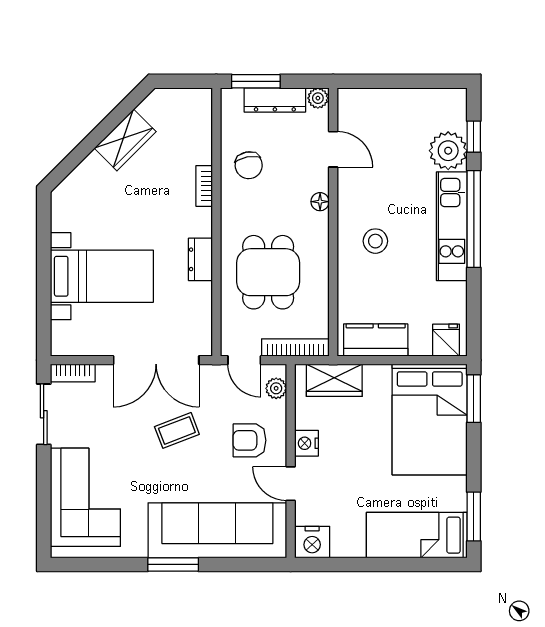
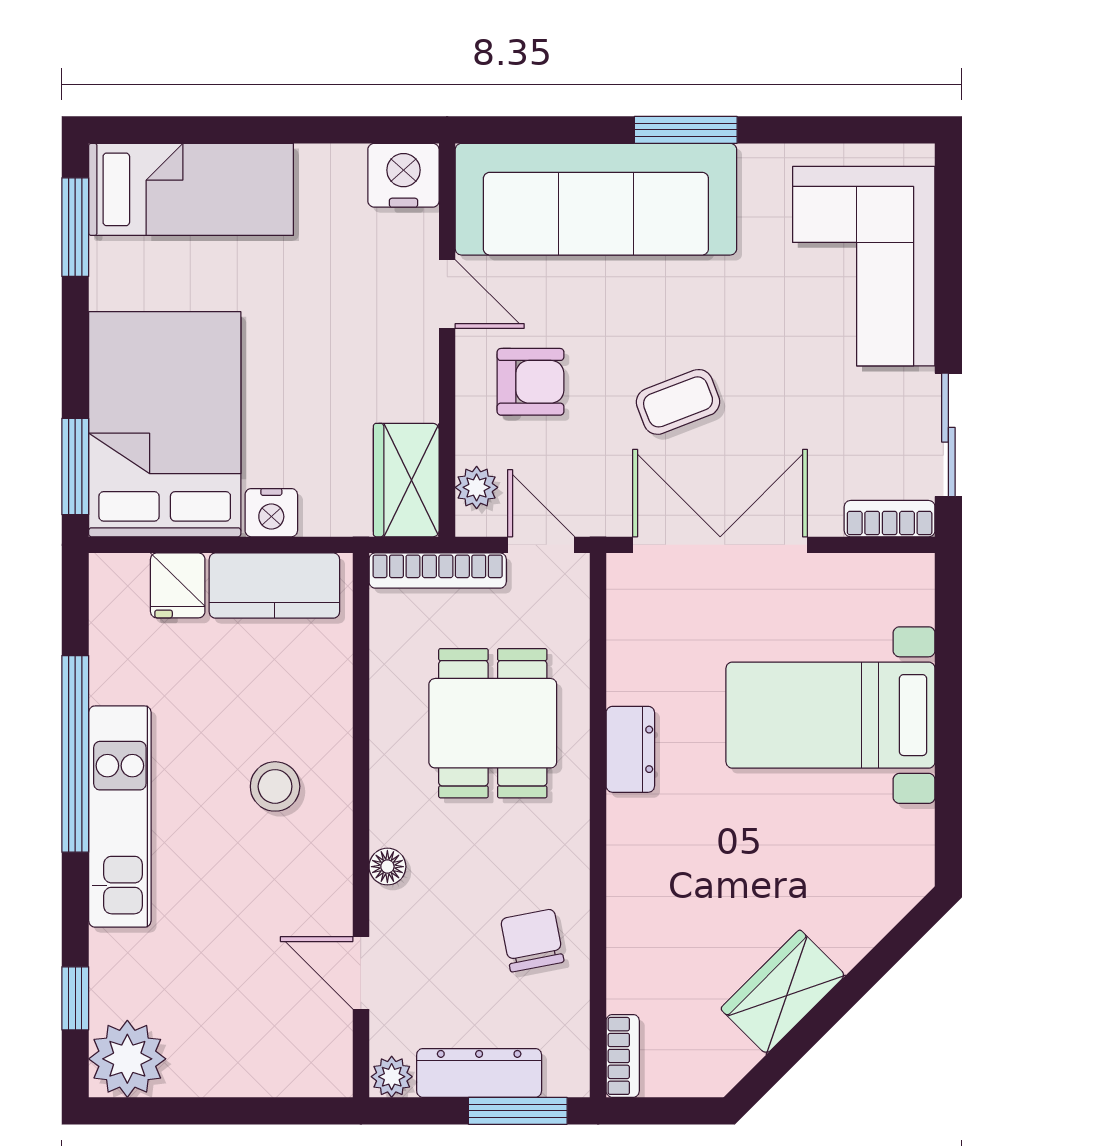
plant: (448, 151) -> (127, 1059), moved
bookcase: (204, 186) -> (623, 1056), moved
window: (474, 219) -> (75, 754), moved
fridge: (446, 340) -> (178, 585), moved
wardrobe: (334, 380) -> (406, 480), moved, turned -90
nightstand: (306, 443) -> (271, 513), moved, turned 90

